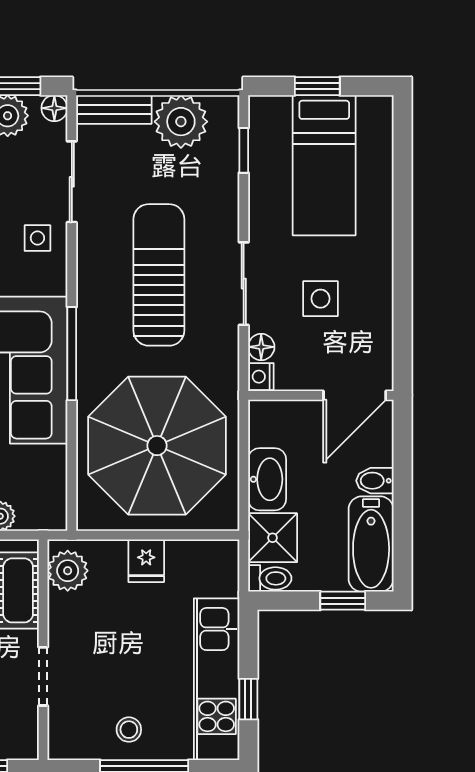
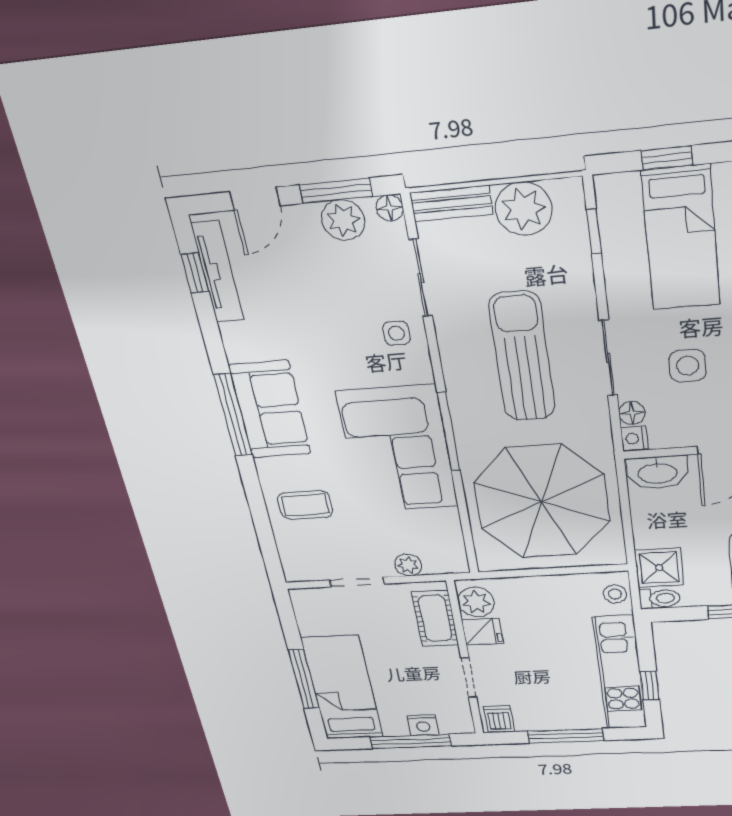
washbasin: (267, 479) -> (657, 473), moved, turned 90
fridge: (146, 561) -> (482, 632), moved, turned -90
stool: (129, 730) -> (615, 594), moved
dishwasher: (69, 740) -> (499, 719), added

